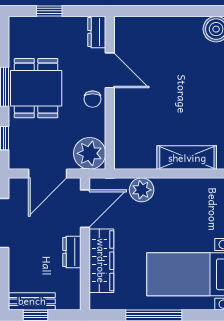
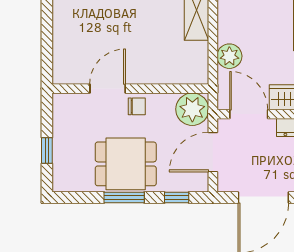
dresser: (97, 32) -> (68, 102), removed
door: (48, 174) -> (213, 152), swing flipped

